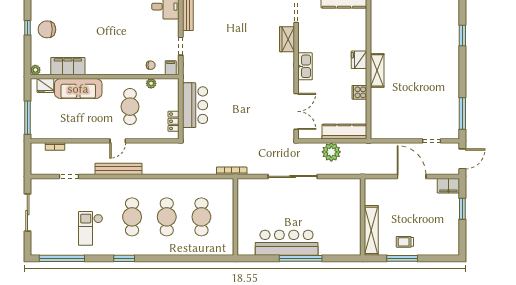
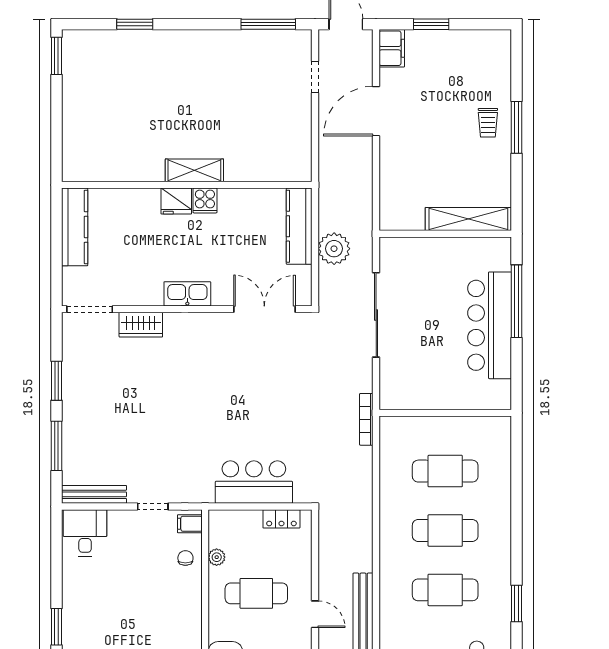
cooker: (359, 92) -> (205, 200), moved
wall: (363, 217) -> (445, 234), moved
shelving: (371, 230) -> (468, 219), moved

